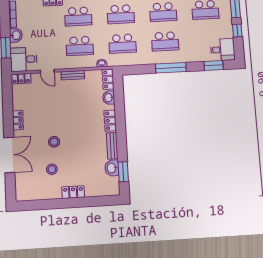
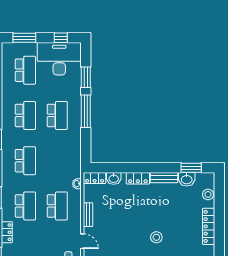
window: (237, 30) -> (61, 38), moved
school desk: (122, 44) -> (57, 161), removed
desk: (223, 50) -> (59, 59), width x1.87, depth x1.30
window: (214, 65) -> (86, 77), moved
door: (47, 71) -> (82, 241), hinge flipped
stool: (52, 169) -> (208, 194), moved
locker: (73, 192) -> (209, 226), width x1.53

